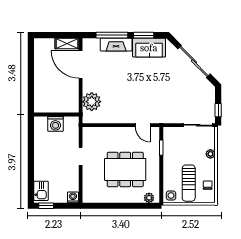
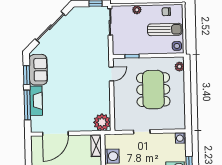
shelving: (67, 43) -> (96, 146), moved
plant: (92, 102) -> (102, 122), moved

